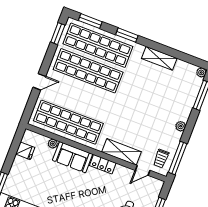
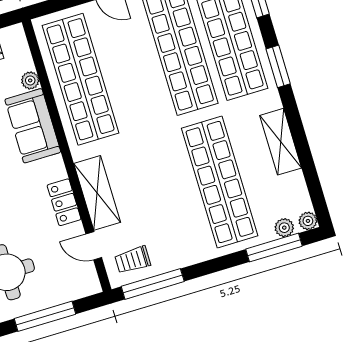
shop shelf: (157, 97) -> (220, 182), added
plant: (181, 126) -> (284, 228), moved
locker: (103, 164) -> (64, 202), moved

